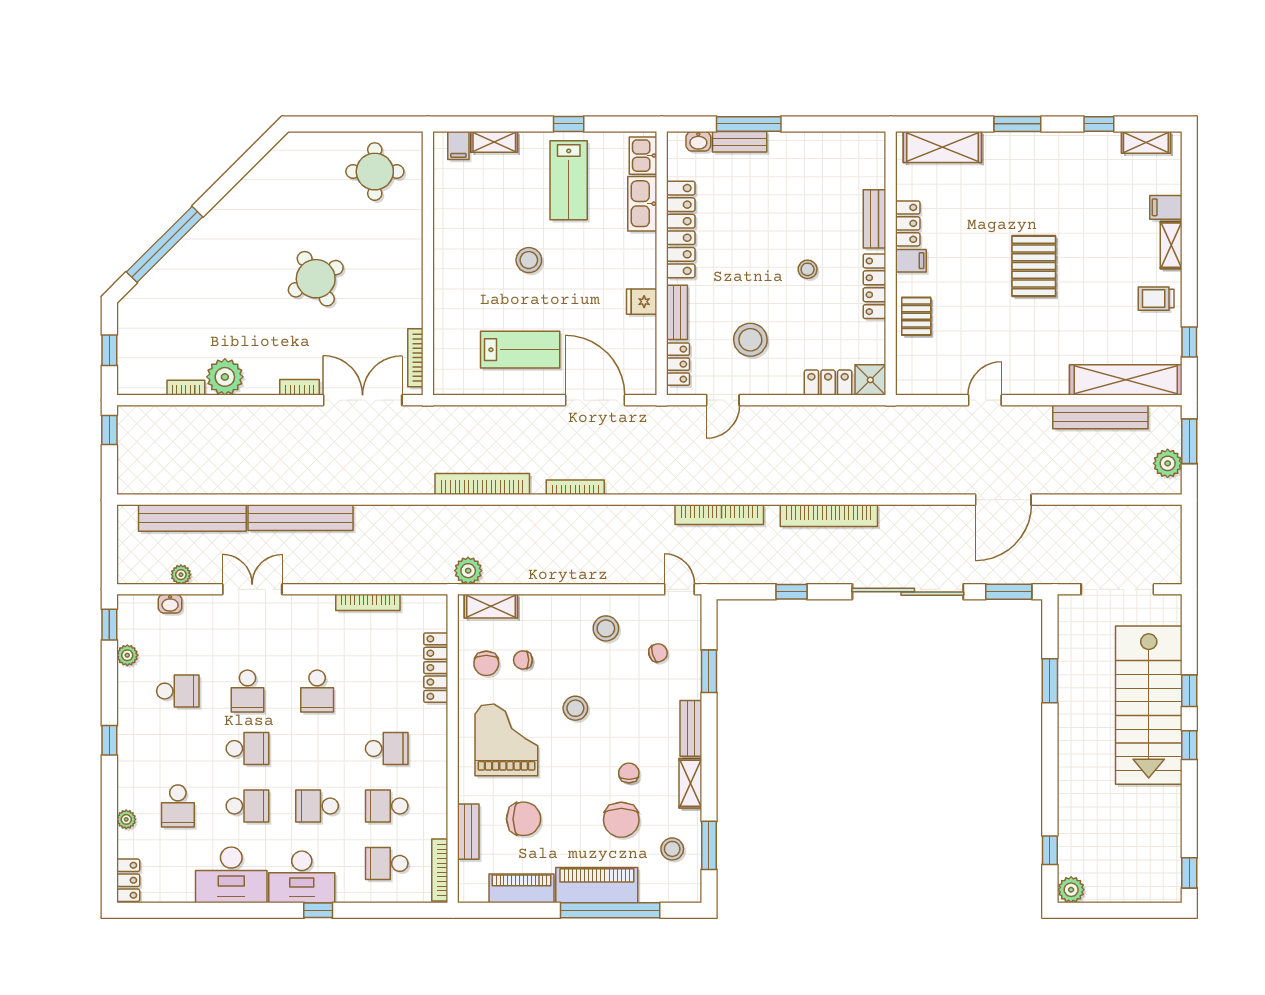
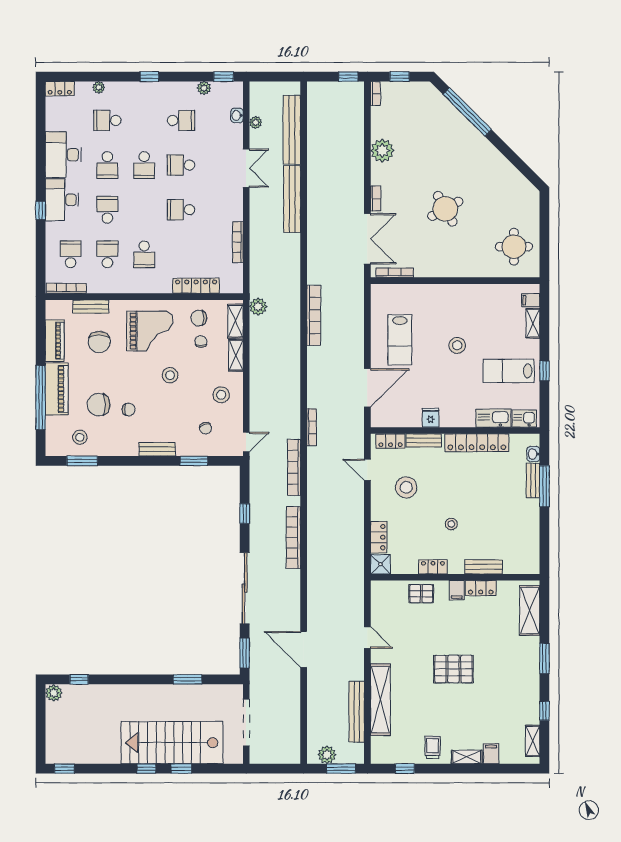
locker: (874, 286) -> (433, 567), width x0.66
shelving: (1126, 380) -> (380, 700), moved
bookcase: (186, 388) -> (375, 94), moved
bookcase: (575, 487) -> (312, 427), moved
school desk: (178, 691) -> (181, 120), turned -90
shelving: (690, 783) -> (236, 355), moved, turned 90

